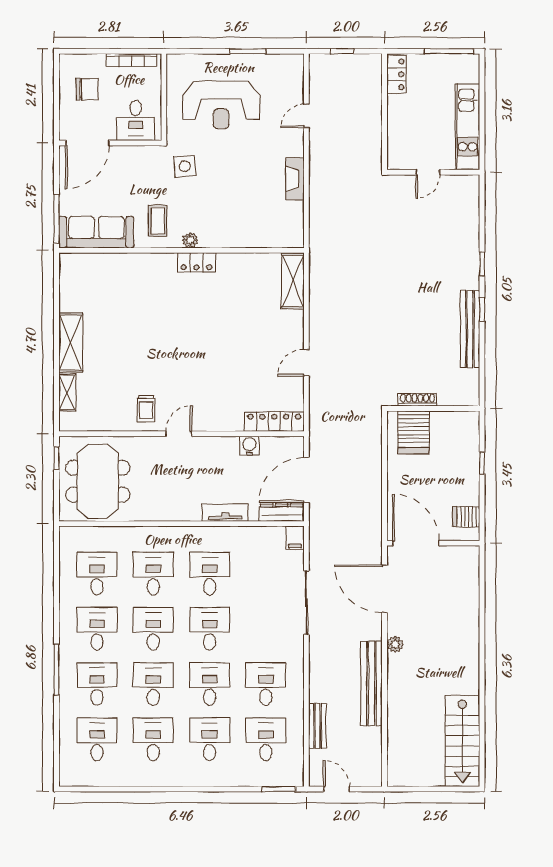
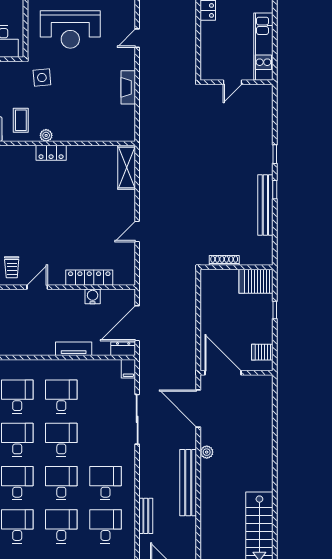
locker: (274, 422) -> (89, 278), moved
server rack: (414, 432) -> (256, 281), moved, turned 90
dresser: (282, 513) -> (123, 349), width x0.70

